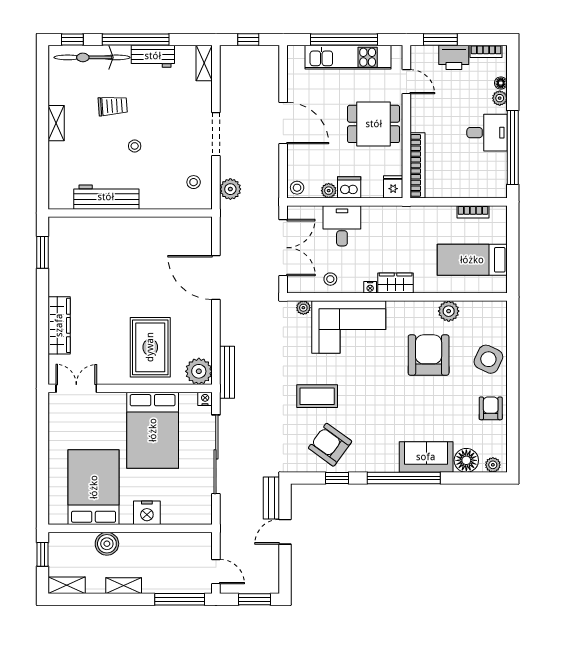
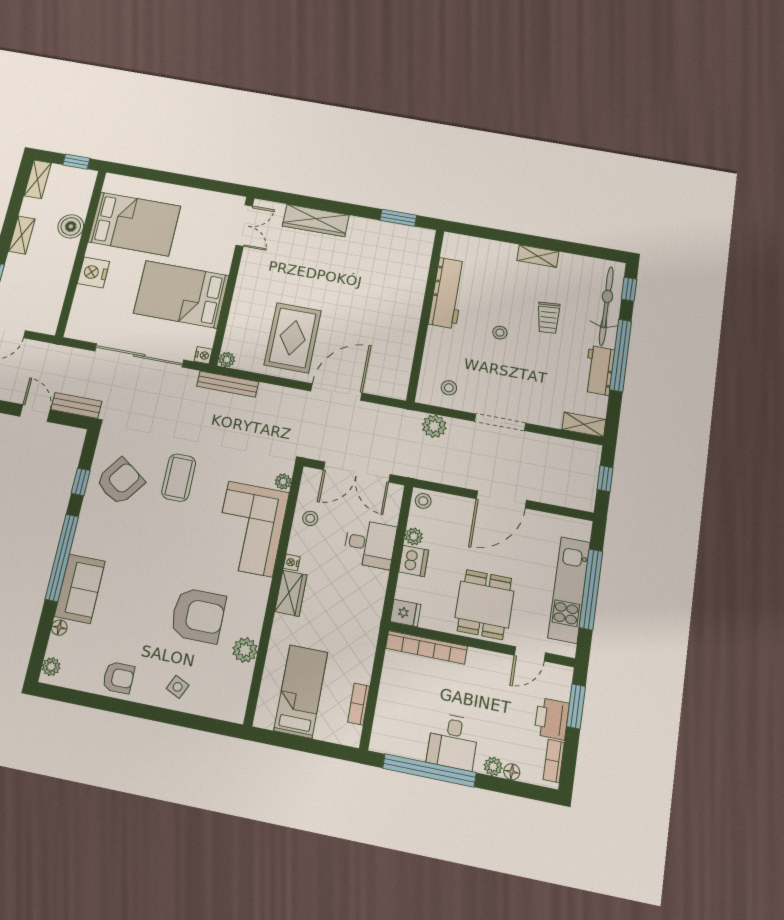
rug: (150, 347) -> (293, 338), moved, turned 90
side table: (488, 359) -> (178, 687), width x0.54, depth x0.54
plant: (199, 371) -> (227, 360), width x0.53, depth x0.53
floor lamp: (466, 460) -> (59, 628), width x0.53, depth x0.53

